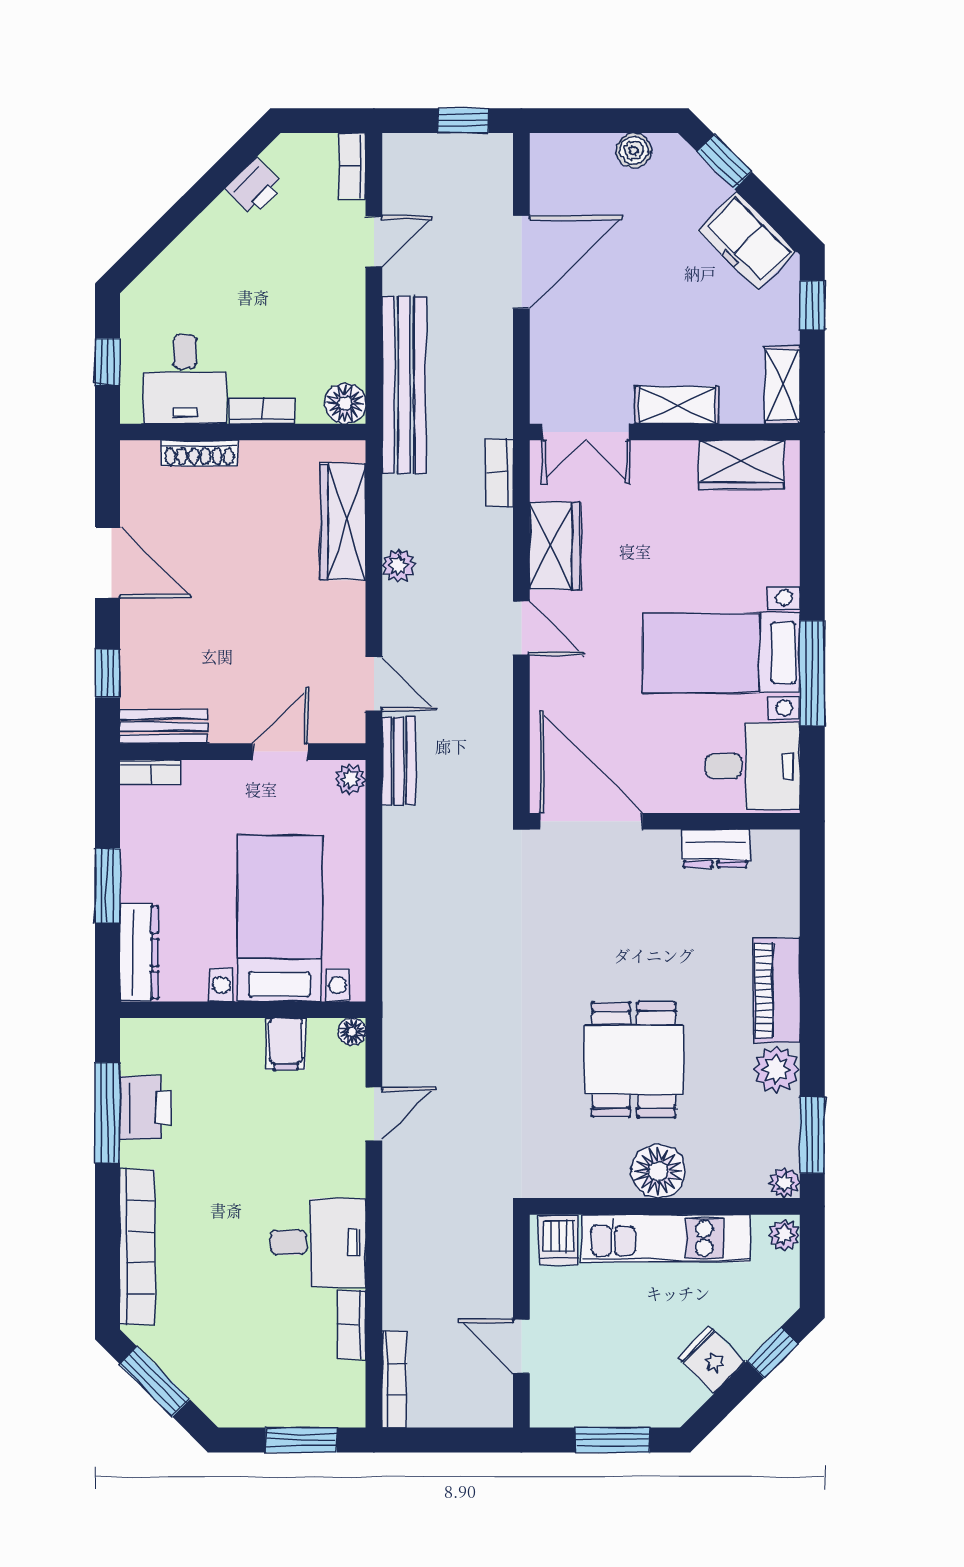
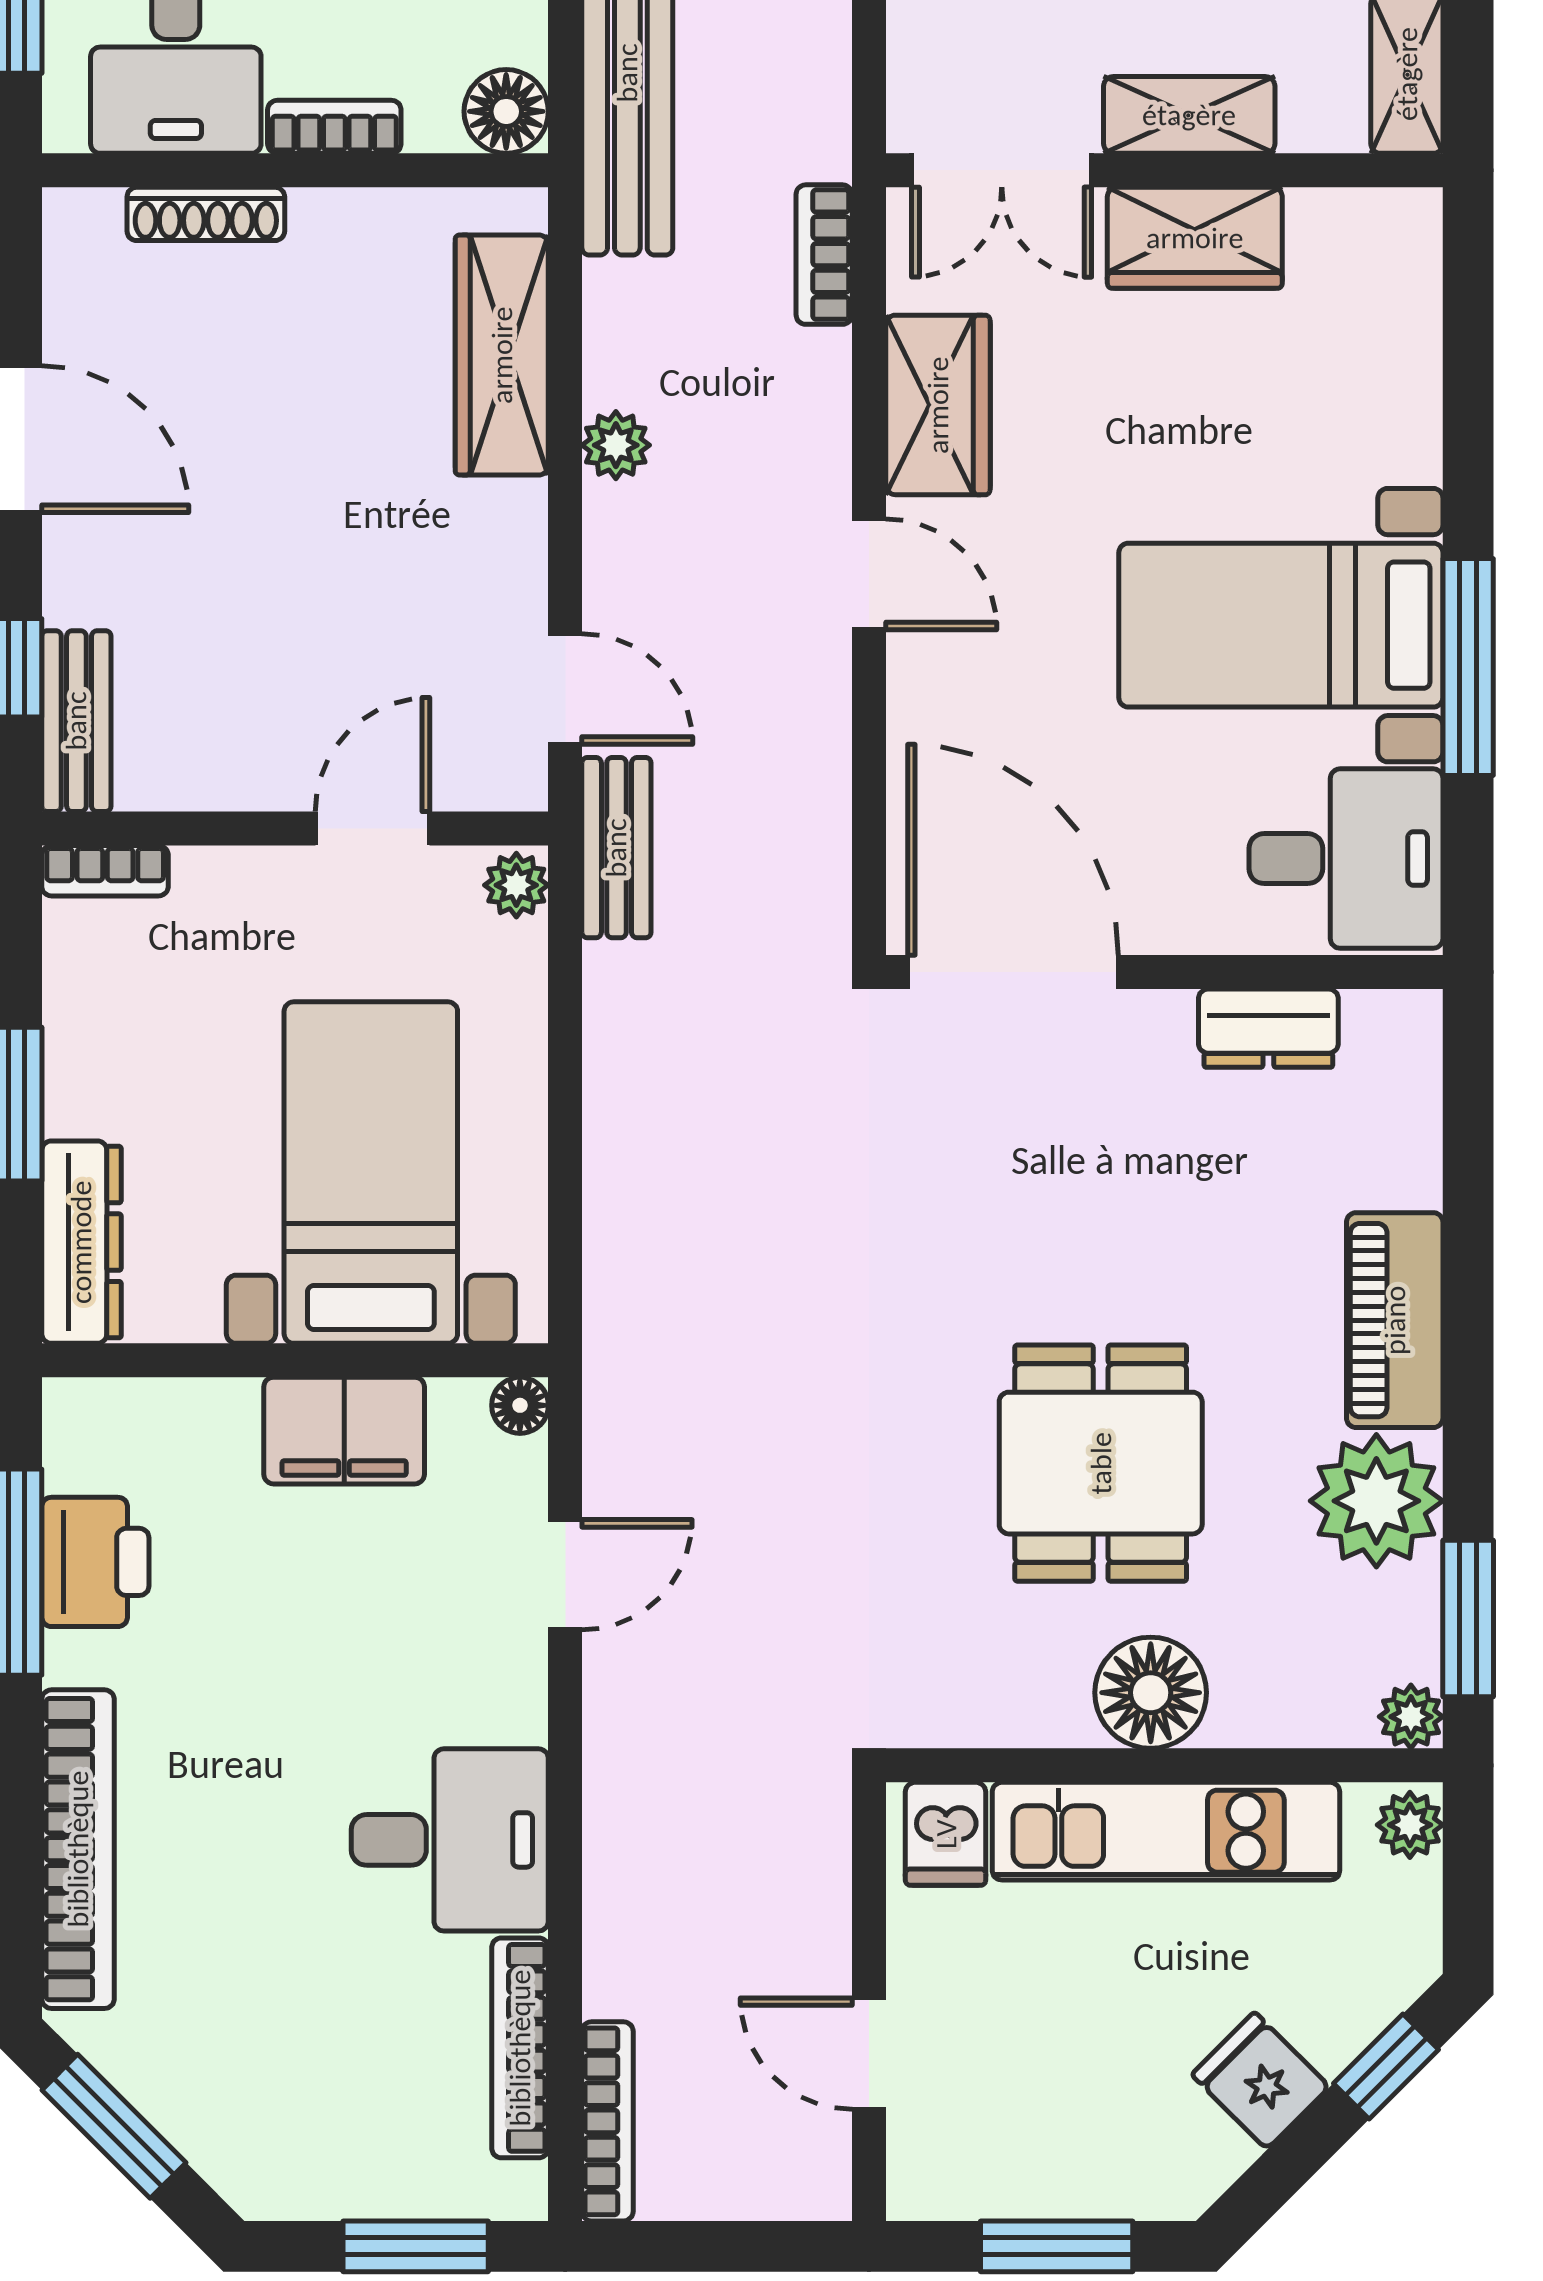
wardrobe: (741, 465) -> (1195, 238), moved
bench: (164, 727) -> (76, 721), moved, turned 90
filing cabinet: (286, 1044) -> (344, 1431), width x2.00
plant: (776, 1069) -> (1376, 1501), width x1.36, depth x1.36
bookcase: (352, 1324) -> (520, 2048), width x1.56

